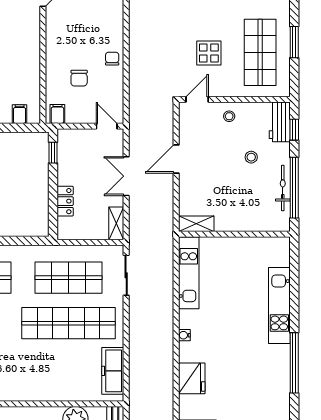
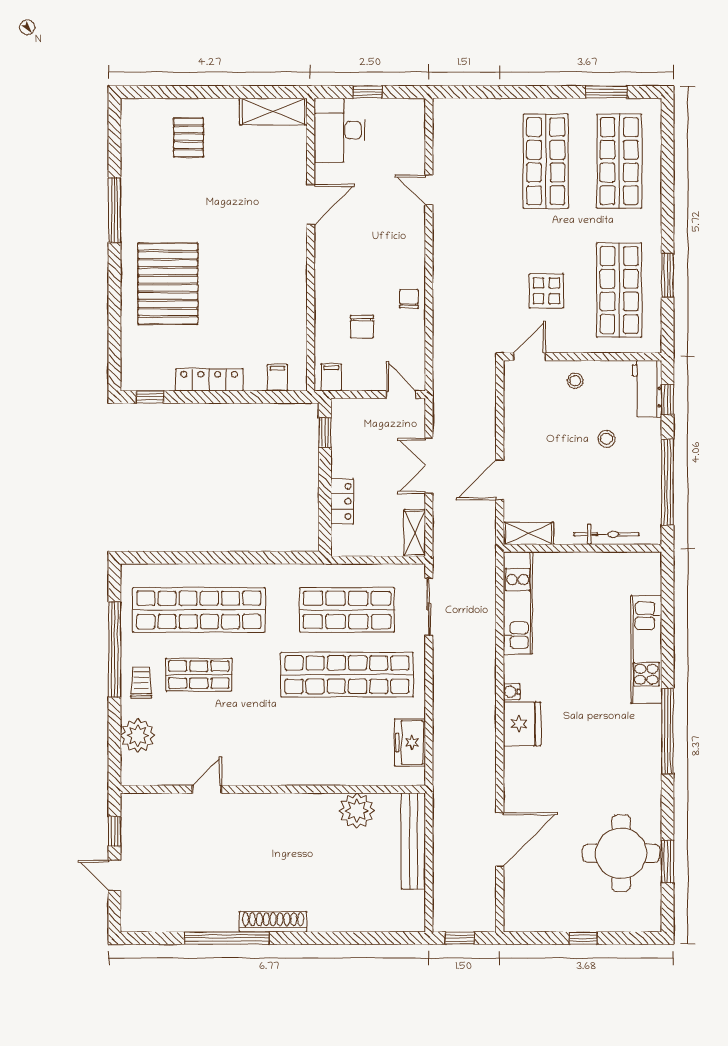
door: (176, 159) -> (500, 480), moved
bicycle: (283, 188) -> (607, 534), moved, turned 90
freezer: (113, 371) -> (410, 742), width x0.71
fridge: (192, 378) -> (522, 724), moved

